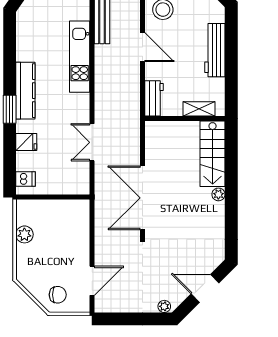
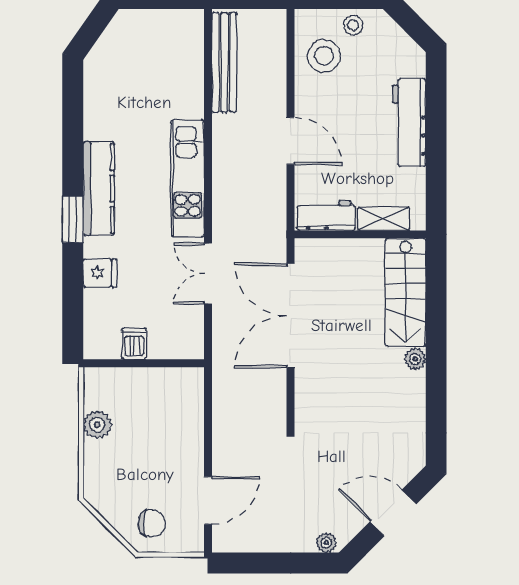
door: (142, 47) -> (291, 141), moved
kitchen unit: (80, 57) -> (188, 178), moved
workbench: (154, 98) -> (326, 216), moved, turned -90
dishwasher: (25, 179) -> (134, 344), moved, turned -90
double door: (142, 198) -> (291, 315), moved

